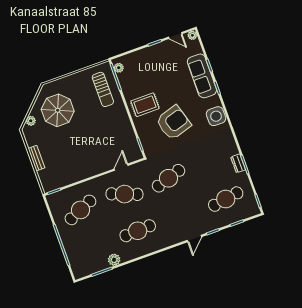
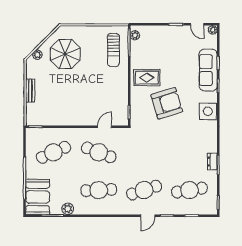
cafe table: (168, 178) -> (144, 190), moved
booth: (81, 259) -> (38, 197), added

